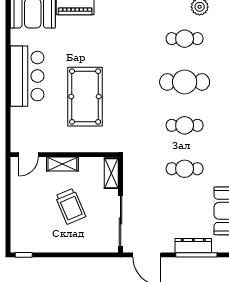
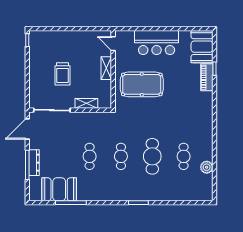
door: (28, 155) -> (113, 44), moved
wall: (64, 155) -> (113, 69), moved
shelving: (62, 164) -> (106, 68), moved
trolley: (70, 206) -> (63, 74), turned -67

